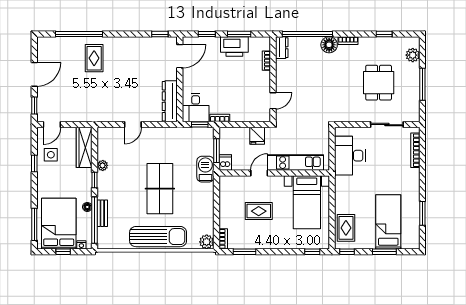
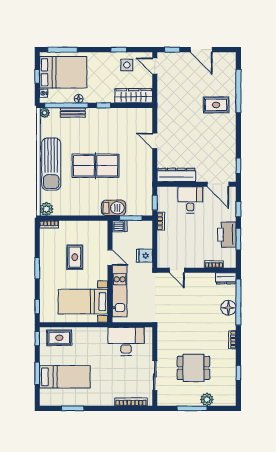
floor lamp: (329, 45) -> (228, 308), moved
plant: (413, 55) -> (207, 399), moved
desk: (196, 108) -> (190, 200), moved, turned 90
plant: (103, 165) -> (45, 113), moved
window: (245, 252) -> (37, 268), moved

